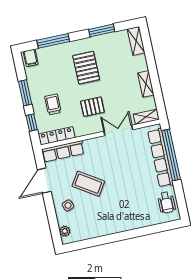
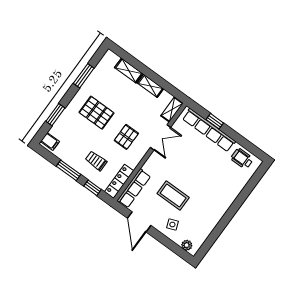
window: (53, 41) -> (55, 115), width x0.69
shelving: (136, 41) -> (129, 71), moved
double door: (118, 130) -> (161, 137), swing flipped
window: (171, 155) -> (215, 121), width x0.32
coffee table: (88, 184) -> (173, 196), turned 57
wheelchair: (166, 202) -> (242, 159), turned 180

